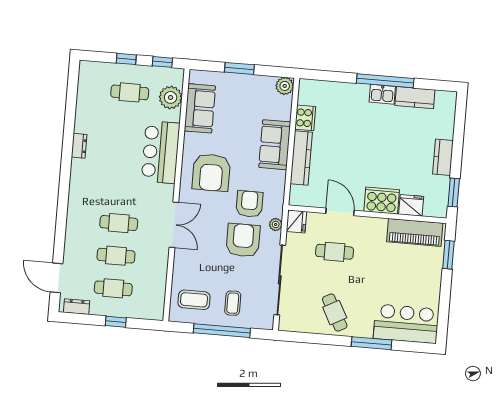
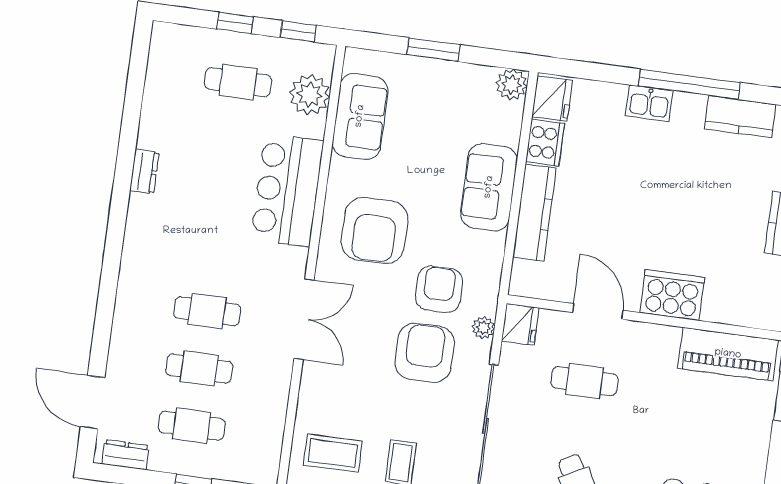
kitchen sink: (382, 94) -> (649, 103), moved
fridge: (411, 205) -> (552, 99), moved, turned 90

